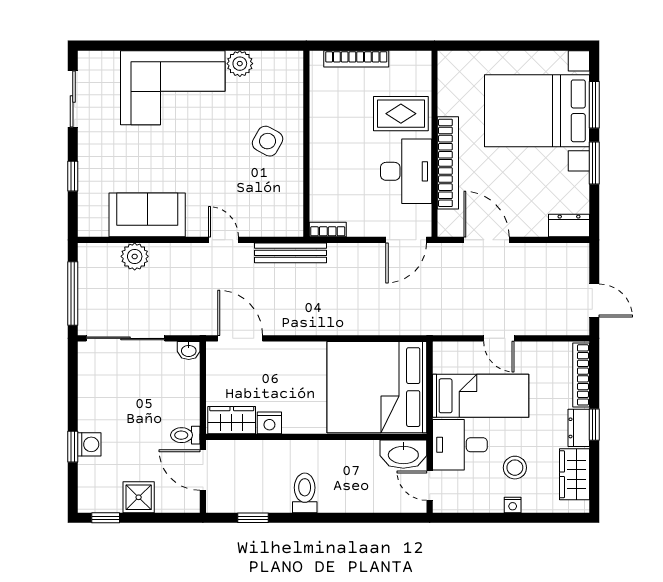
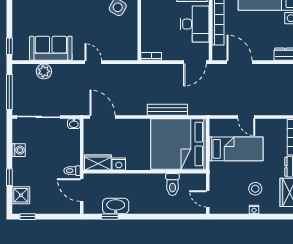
window: (73, 176) -> (9, 46), moved
bench: (291, 253) -> (167, 110), moved
washing machine: (89, 444) -> (19, 150), moved
desk: (460, 445) -> (225, 176), removed
washbasin: (403, 454) -> (116, 206), moved, turned 180
toilet: (305, 493) -> (172, 184), moved, turned 180
shower: (139, 497) -> (21, 195), moved

